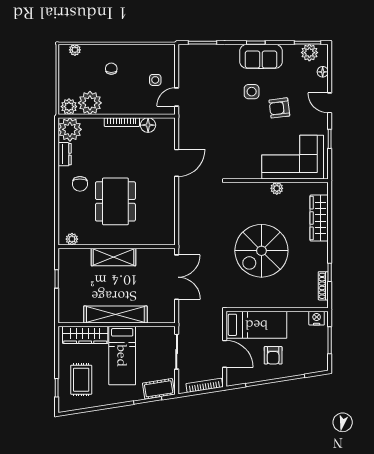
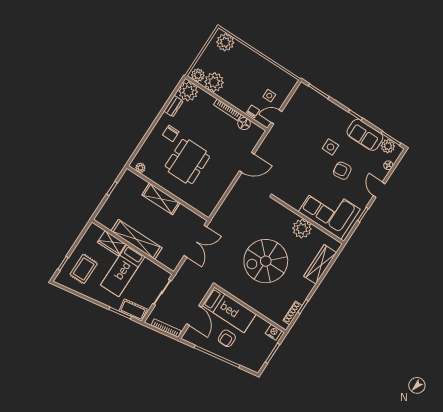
plant: (75, 50) -> (225, 42), width x1.87, depth x1.87
sofa: (261, 56) -> (365, 135), moved
chair: (111, 69) -> (253, 111), moved
plant: (277, 188) -> (302, 229), width x1.87, depth x1.87
wardrobe: (85, 335) -> (112, 243), width x0.67

